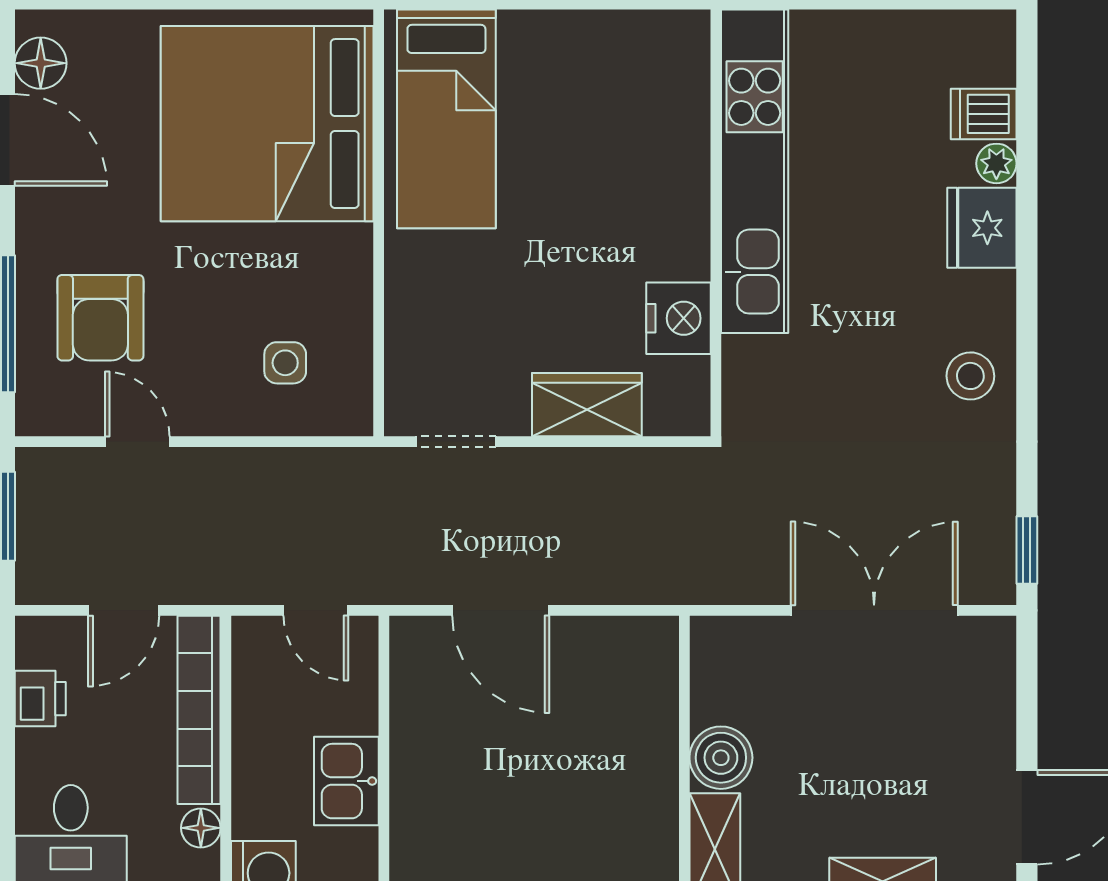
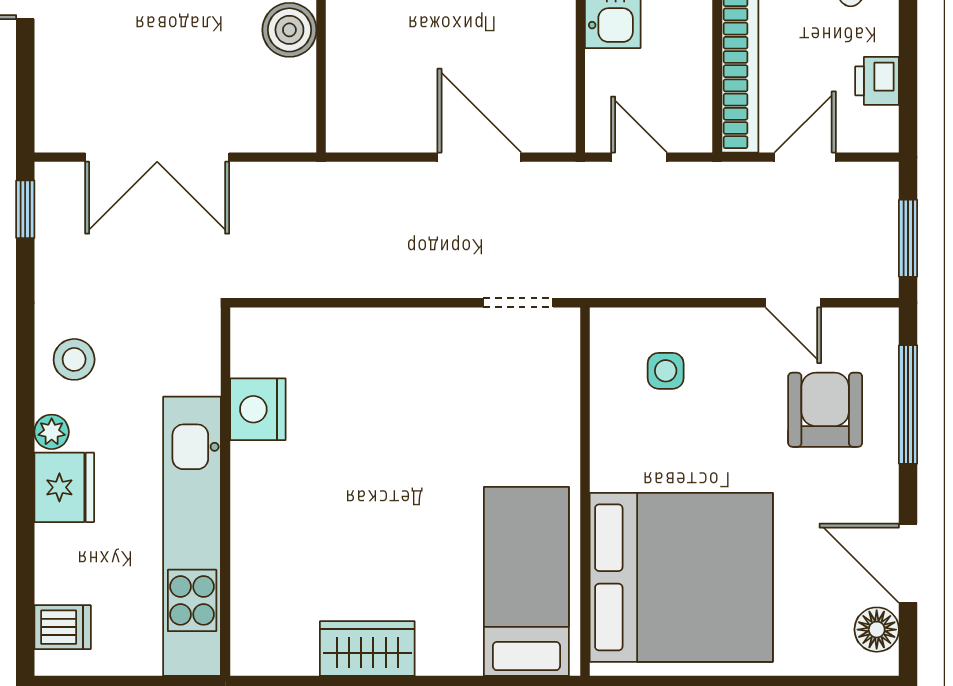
dishwasher: (984, 114) -> (63, 627), moved
plant: (996, 163) -> (52, 432), moved
kitchen unit: (755, 171) -> (192, 536), moved
wall: (716, 223) -> (225, 492), moved
nightstand: (678, 318) -> (258, 409), moved
wardrobe: (587, 405) -> (367, 648), moved, turned 180

